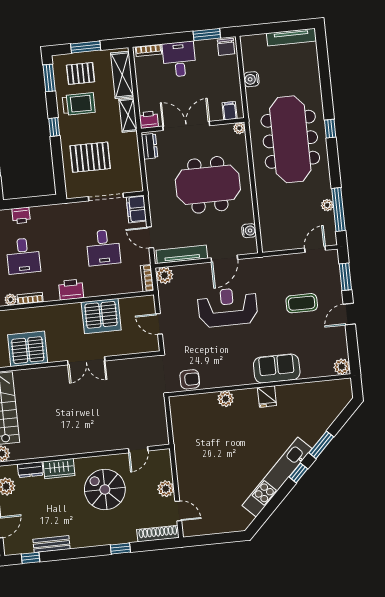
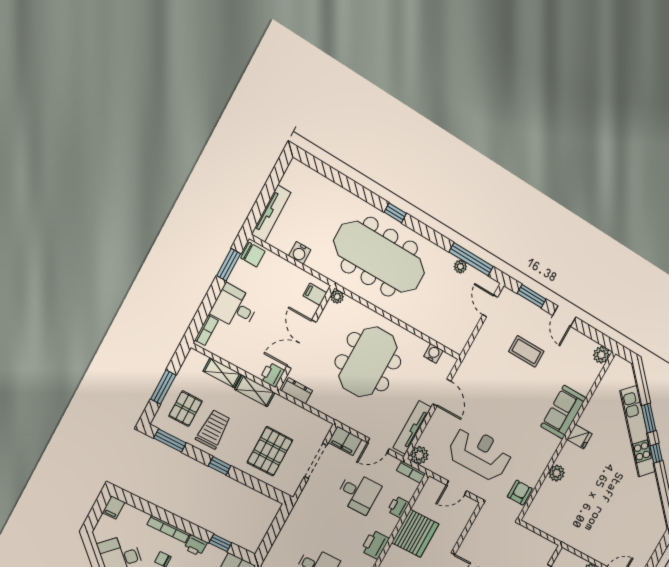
tv unit: (291, 37) -> (271, 213), moved
shelving: (122, 75) -> (222, 373), width x0.67, depth x0.75
printer: (21, 215) -> (398, 507), moved, turned 180
coffee table: (302, 303) -> (526, 351), turned 90
reception desk: (228, 307) -> (480, 453), moved, turned 90
kitchen unit: (277, 477) -> (638, 432), moved

